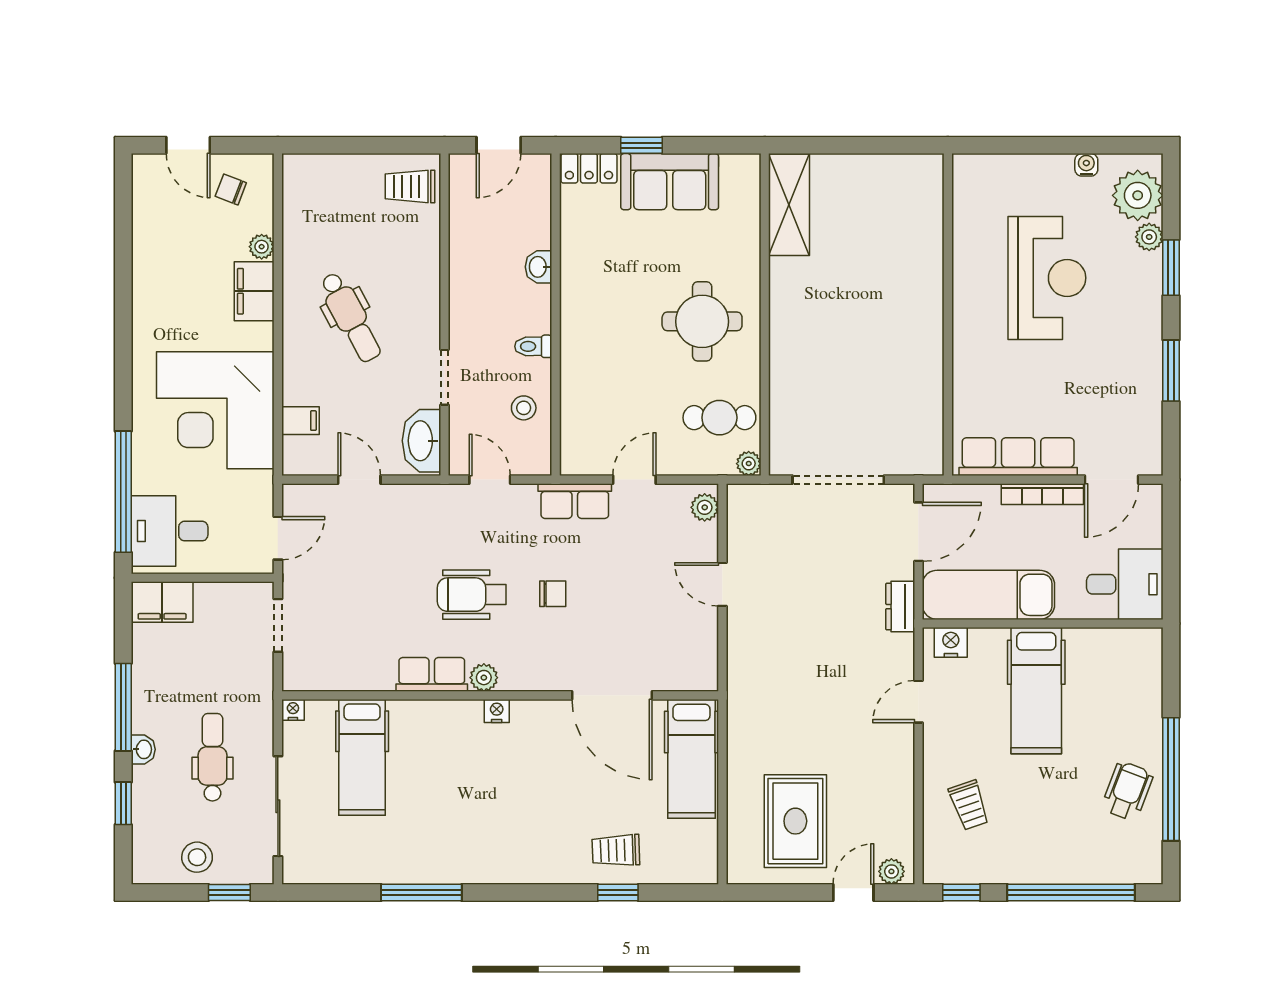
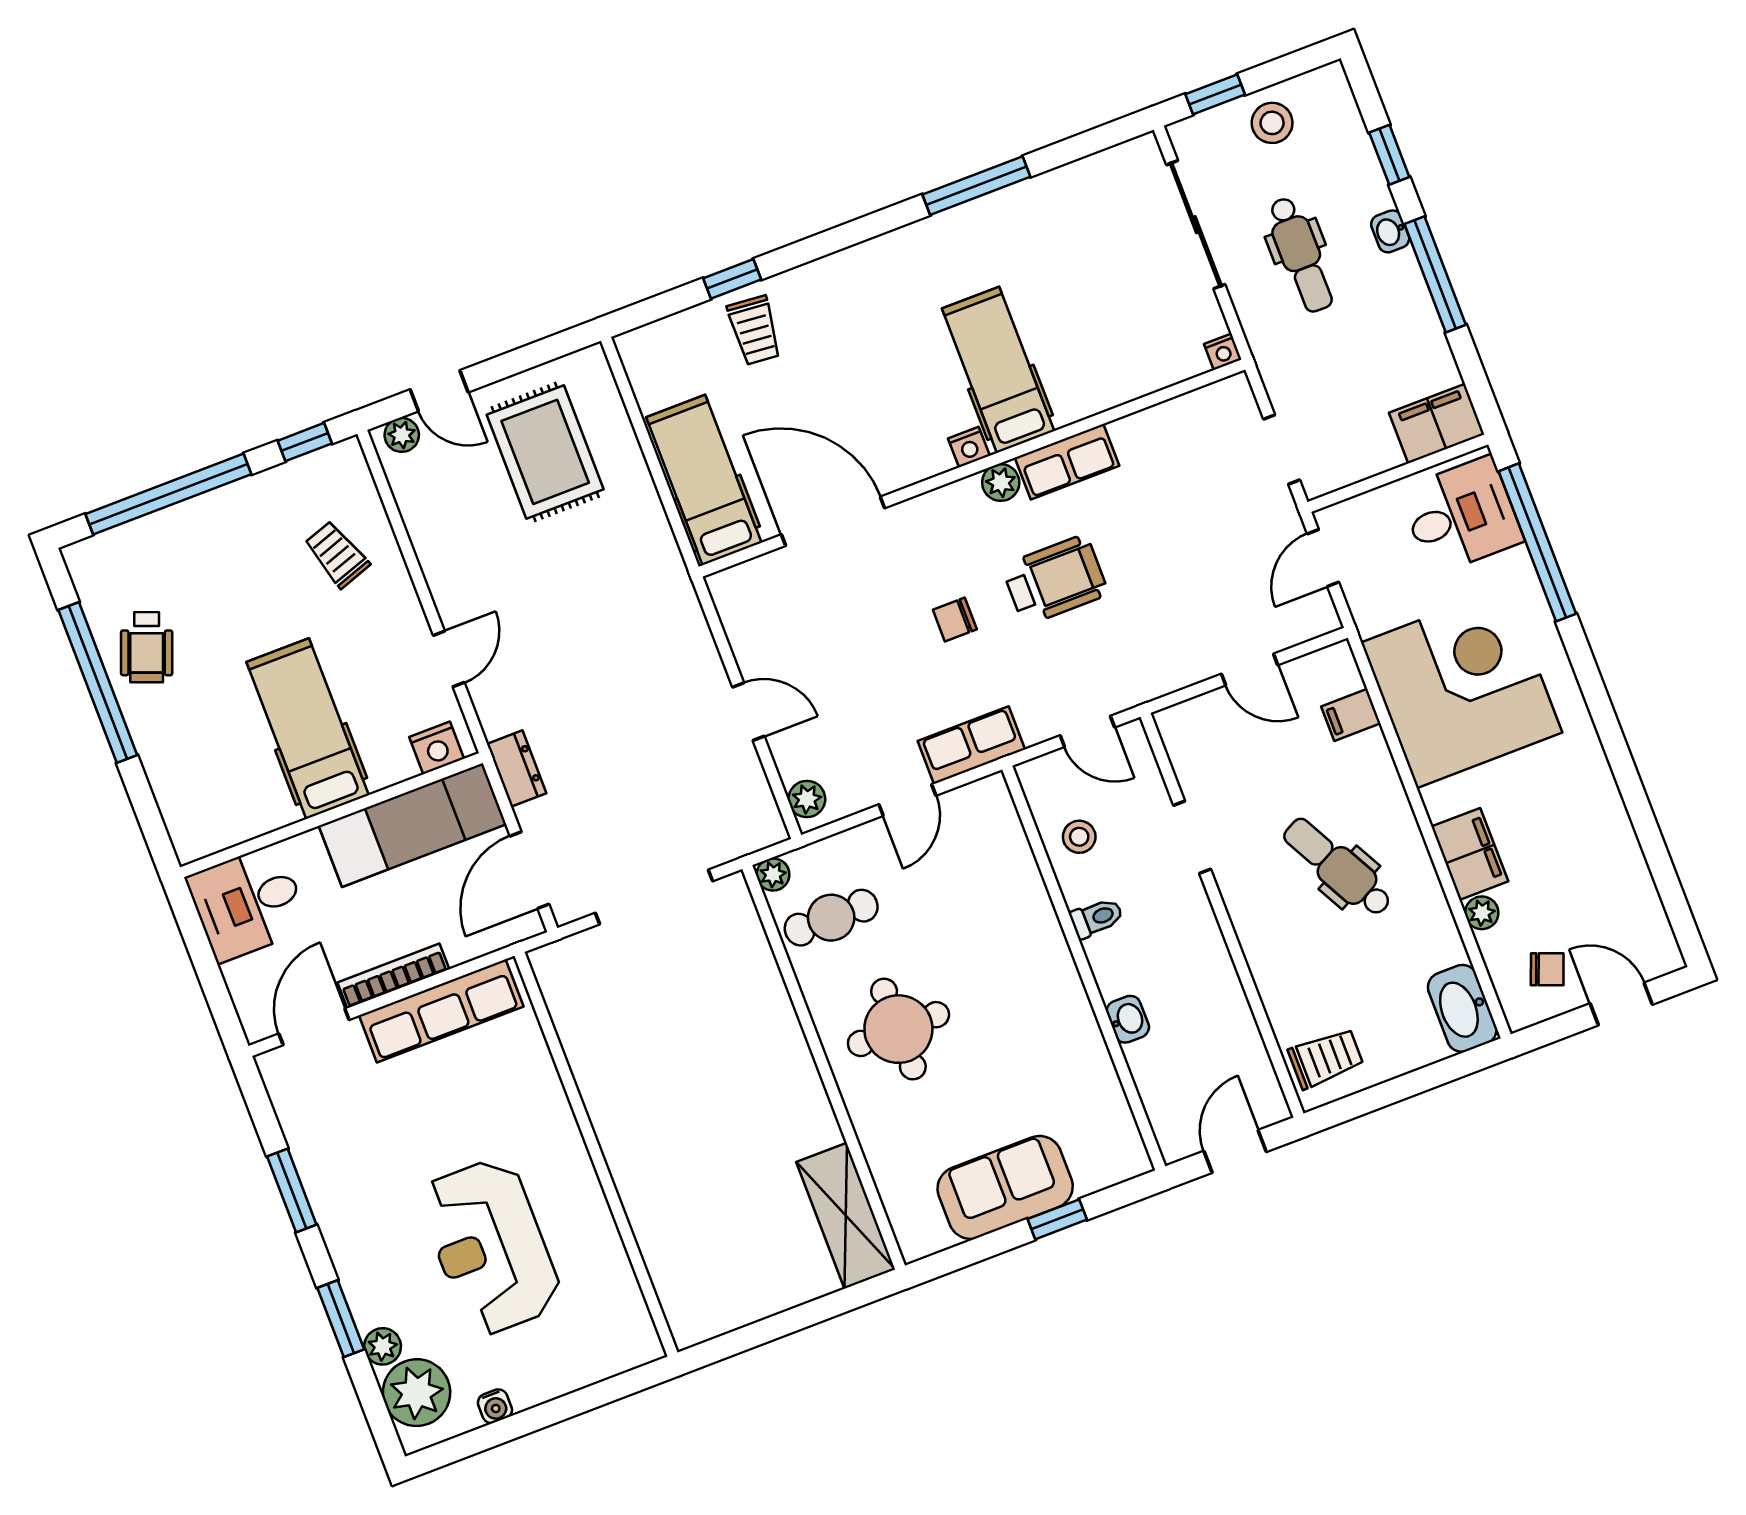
locker: (589, 168) -> (1112, 1166), removed
washbasin: (421, 441) -> (1462, 1008), moved, turned 180
hospital bed: (362, 757) -> (998, 370), moved
trolley: (616, 850) -> (755, 330), turned 97
door: (853, 892) -> (439, 391), hinge flipped

